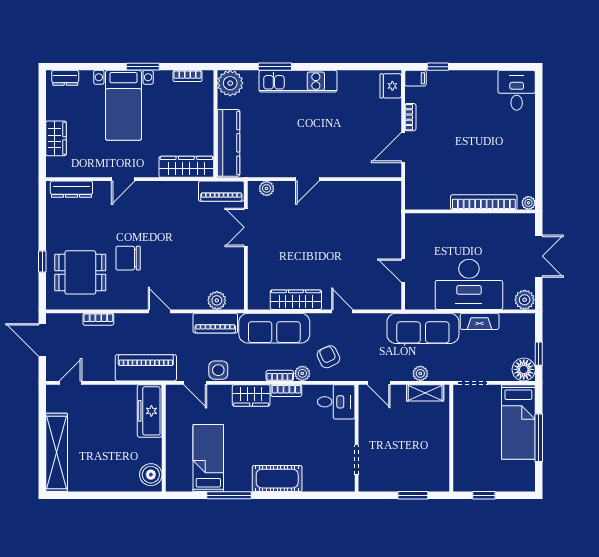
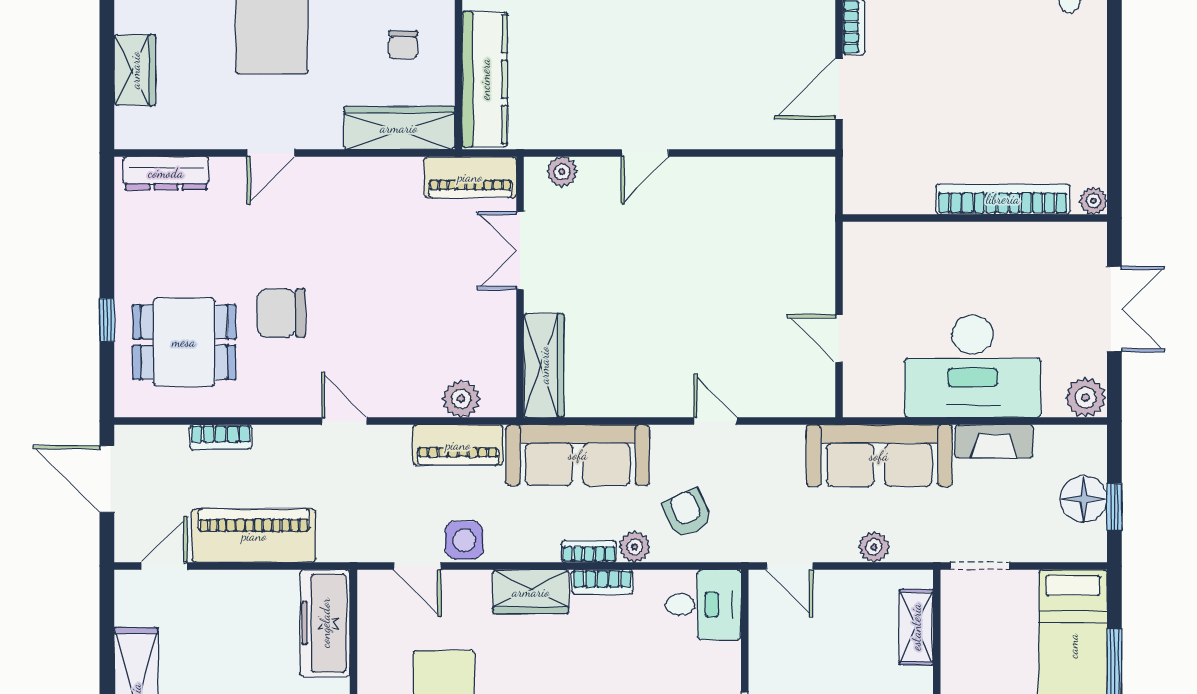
chair: (188, 126) -> (403, 45), added
wardrobe: (296, 300) -> (544, 365), moved, turned 90
piano: (146, 368) -> (254, 536), moved
floor lamp: (524, 369) -> (1084, 499), moved
shelving: (425, 393) -> (916, 627), moved, turned 90

